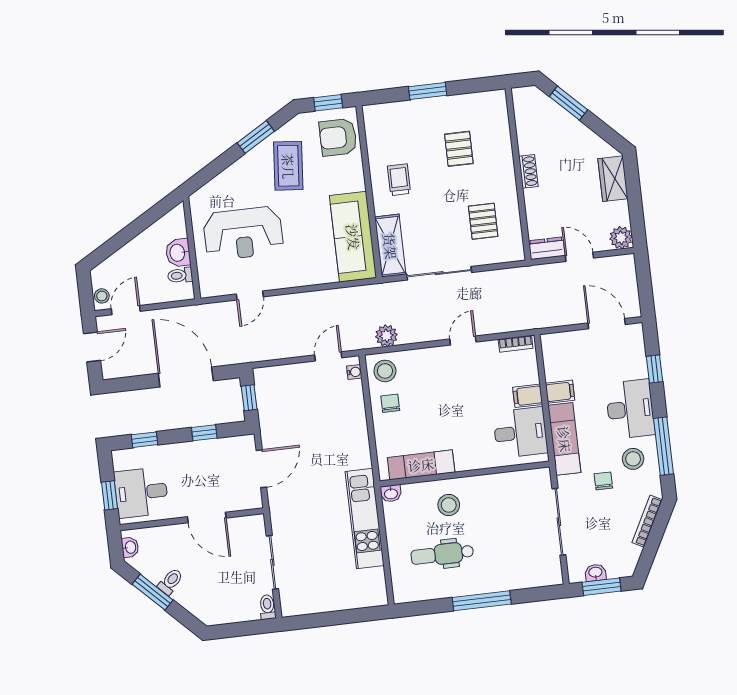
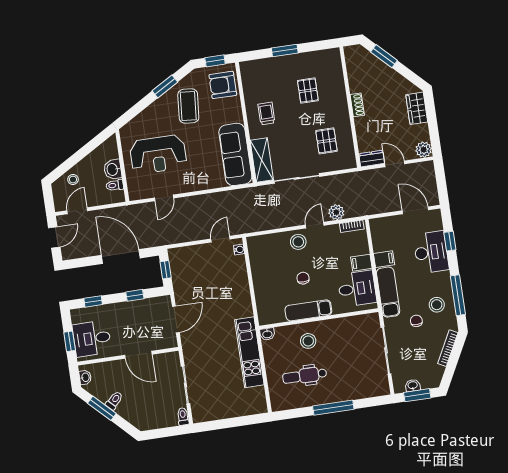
stool: (102, 296) -> (73, 180), moved
plant: (386, 336) -> (336, 212), moved
stool: (385, 371) -> (298, 242), moved
chair: (390, 403) -> (303, 278), moved
desk: (630, 409) -> (431, 252), moved
exam couch: (421, 465) -> (308, 310), moved

